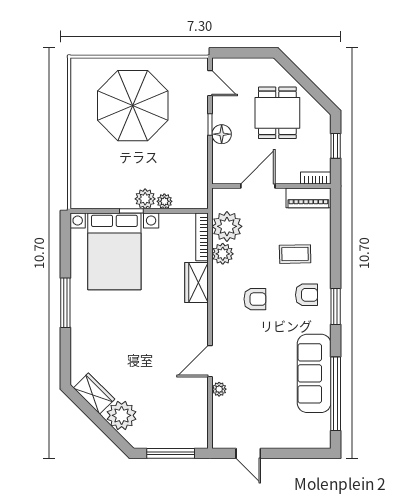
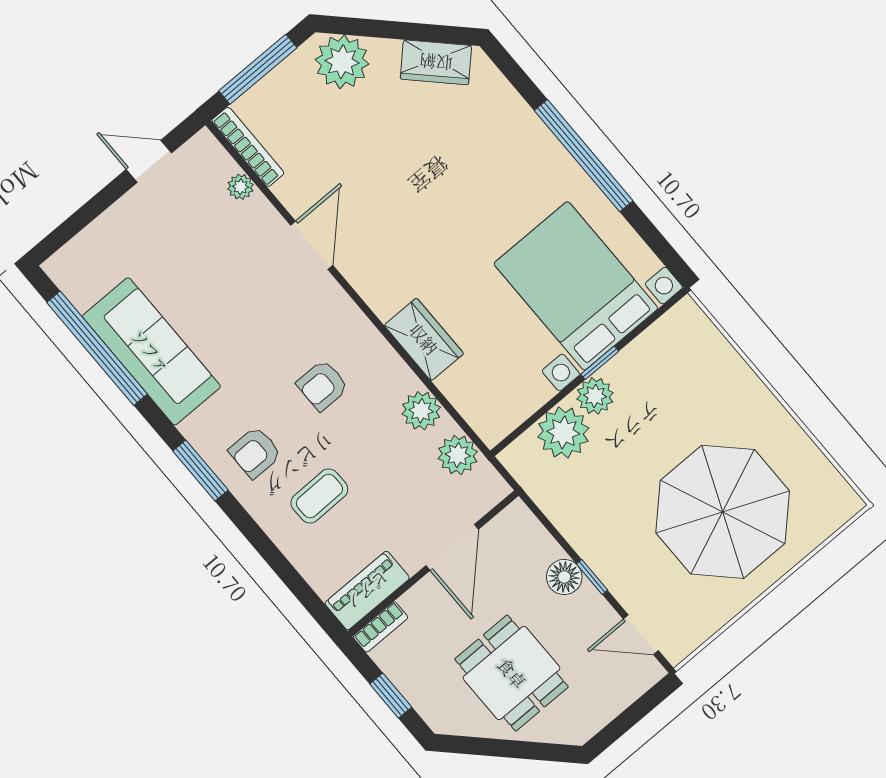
plant: (164, 201) -> (563, 432), width x1.88, depth x1.88
plant: (227, 226) -> (458, 455), width x0.73, depth x0.73
bookcase: (202, 237) -> (248, 147), moved
window: (65, 303) -> (584, 156), width x1.46
plant: (219, 389) -> (240, 187), moved
plant: (122, 415) -> (342, 62), moved

